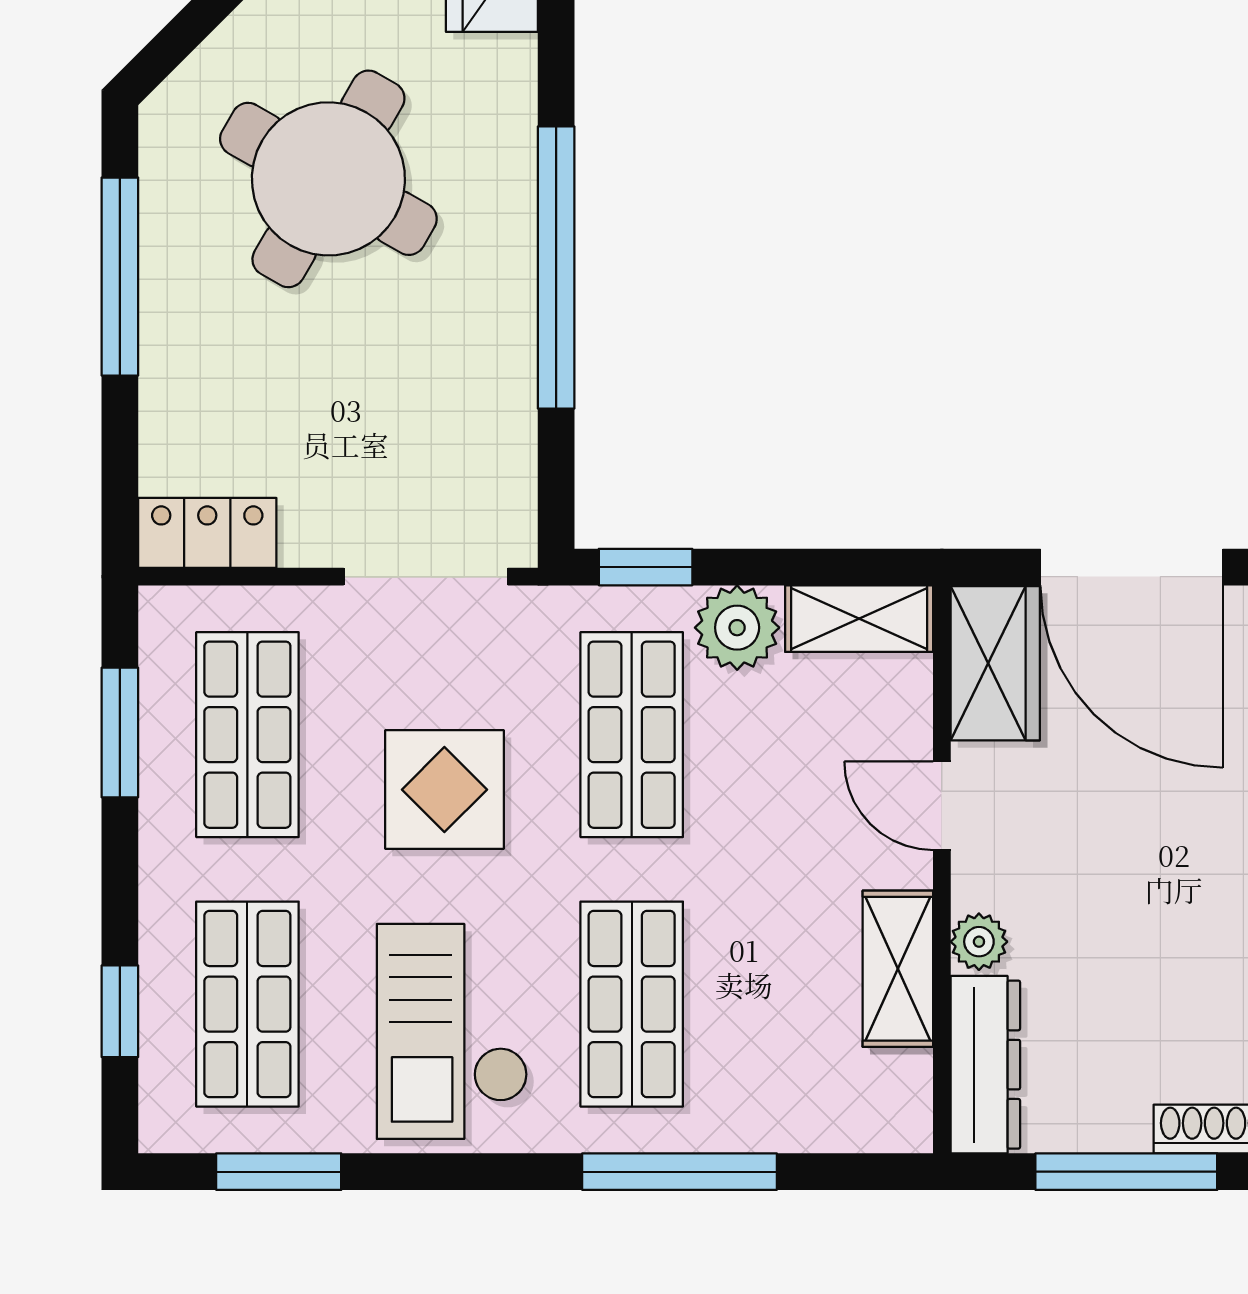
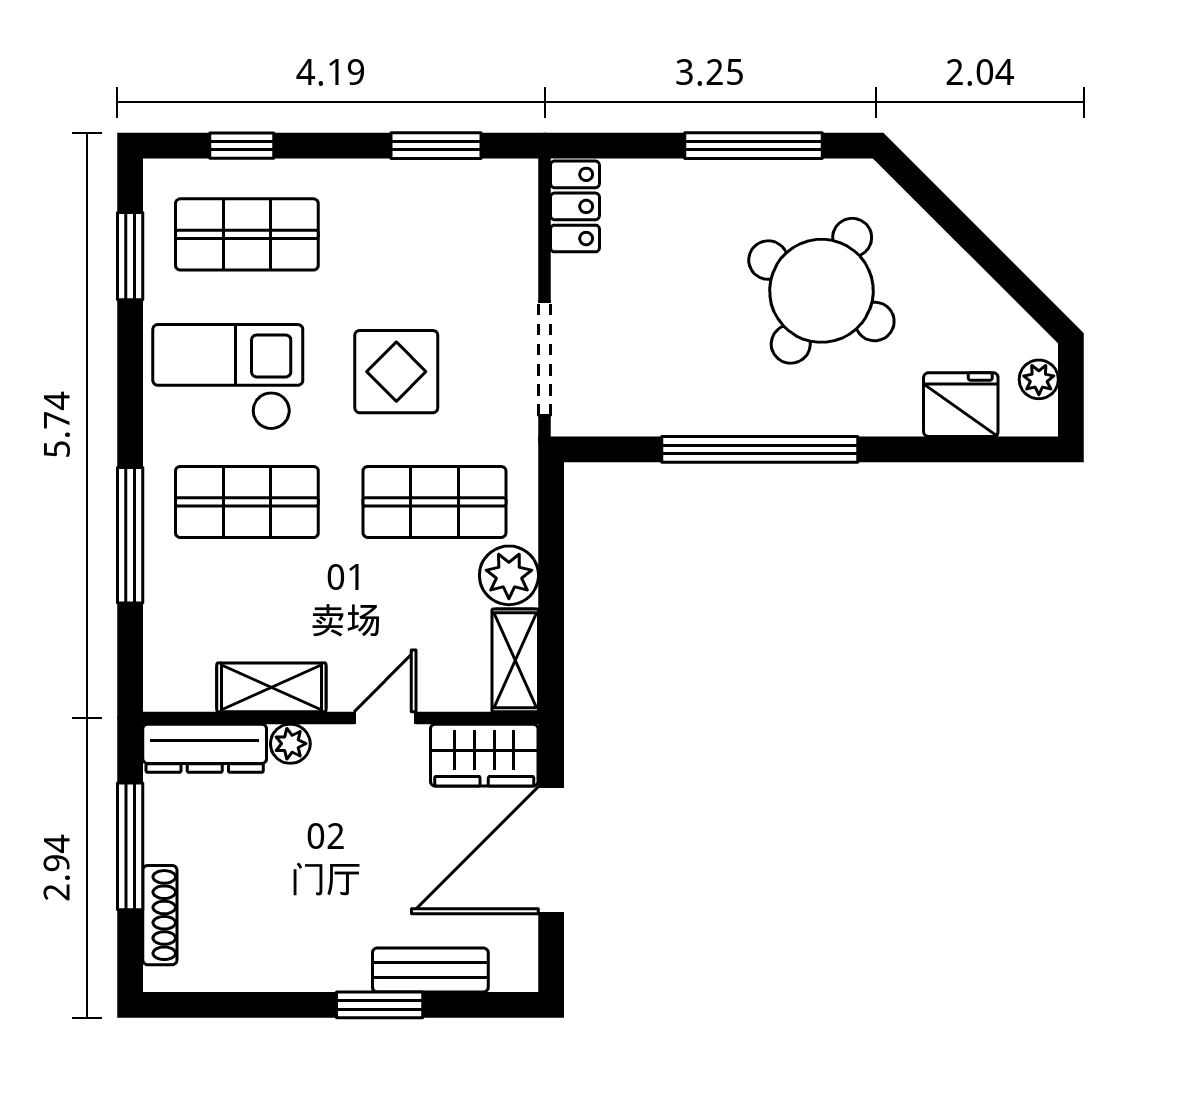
window: (646, 567) -> (551, 512), removed
shop shelf: (247, 735) -> (434, 234), removed

